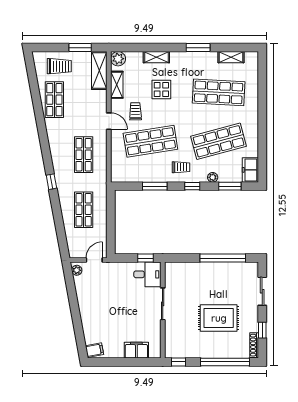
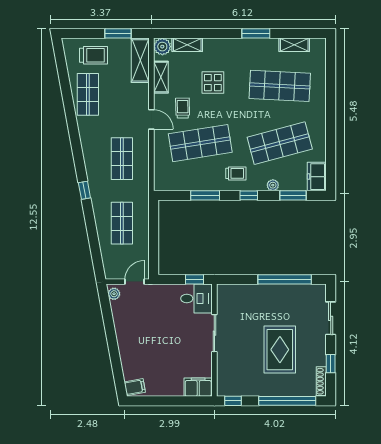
shelving: (156, 57) -> (187, 45), moved
rug: (219, 318) -> (280, 350), turned 90
filing cabinet: (136, 350) -> (198, 387), moved

